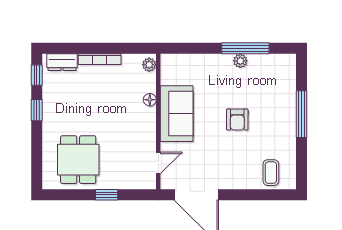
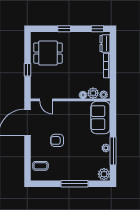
plant: (285, 64) -> (104, 174), added
plant: (147, 82) -> (93, 93), added
window: (37, 110) -> (64, 29), moved
sofa: (177, 114) -> (100, 118), moved, turned 90
armchair: (237, 120) -> (57, 140), moved

